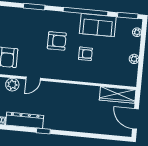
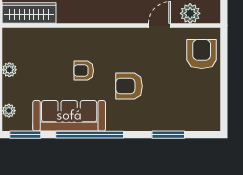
sofa: (98, 25) -> (69, 116), width x1.36

